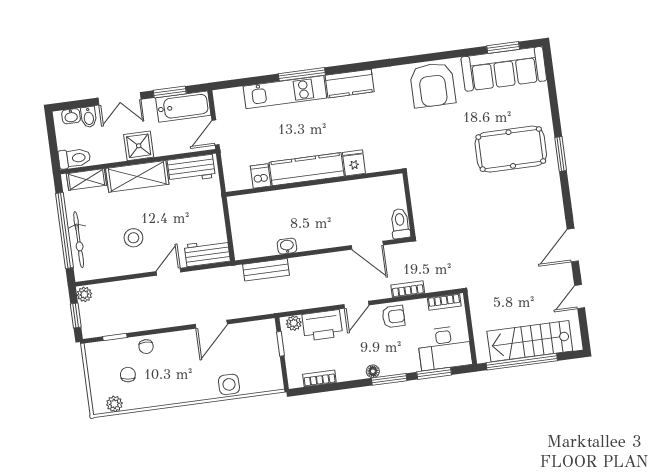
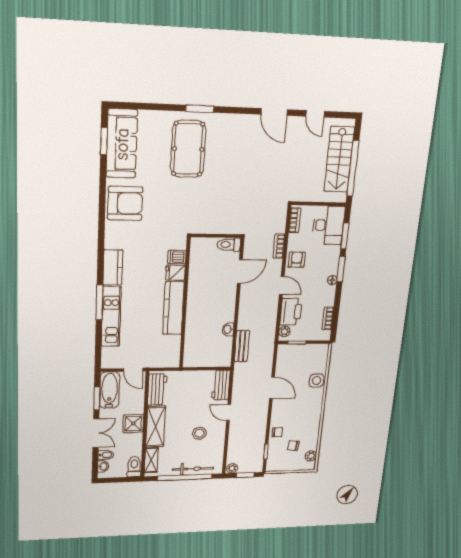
dishwasher: (261, 176) -> (177, 257), moved

